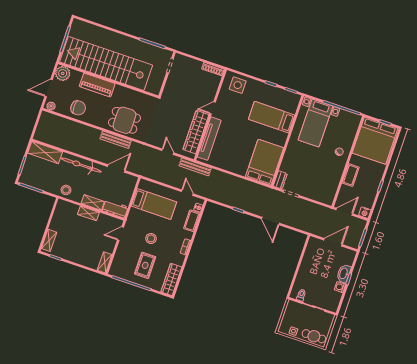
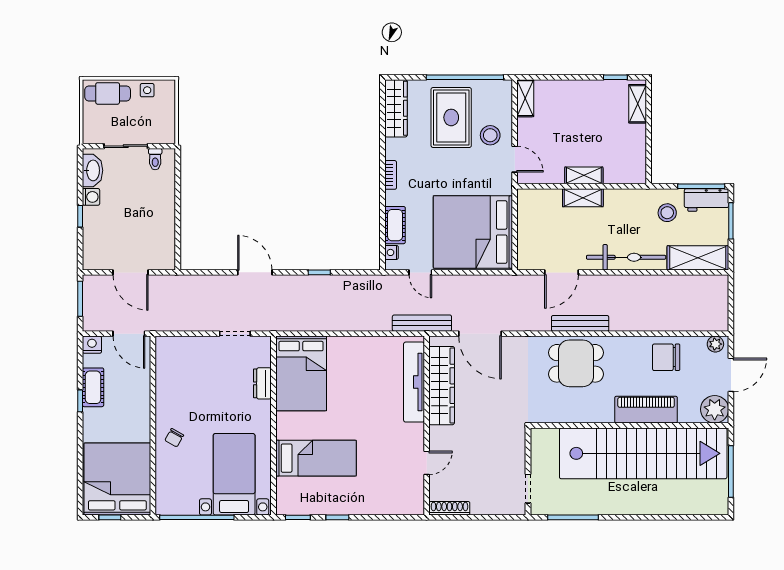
side table: (238, 85) -> (396, 495), removed
door: (213, 108) -> (427, 463), moved
door: (168, 152) -> (480, 334), width x1.87
cot: (351, 175) -> (93, 387), moved
dresser: (280, 180) -> (262, 383), moved
stool: (66, 190) -> (667, 213), moved
bed: (154, 204) -> (473, 232), width x2.04
workbench: (115, 209) -> (706, 200), moved
door: (344, 212) -> (129, 334), hinge flipped
door: (120, 234) -> (515, 159), hinge flipped
stool: (151, 238) -> (490, 135), moved
door: (333, 242) -> (131, 272), hinge flipped
rug: (145, 265) -> (451, 117), width x1.36, depth x1.43
washbasin: (344, 273) -> (92, 170), moved

